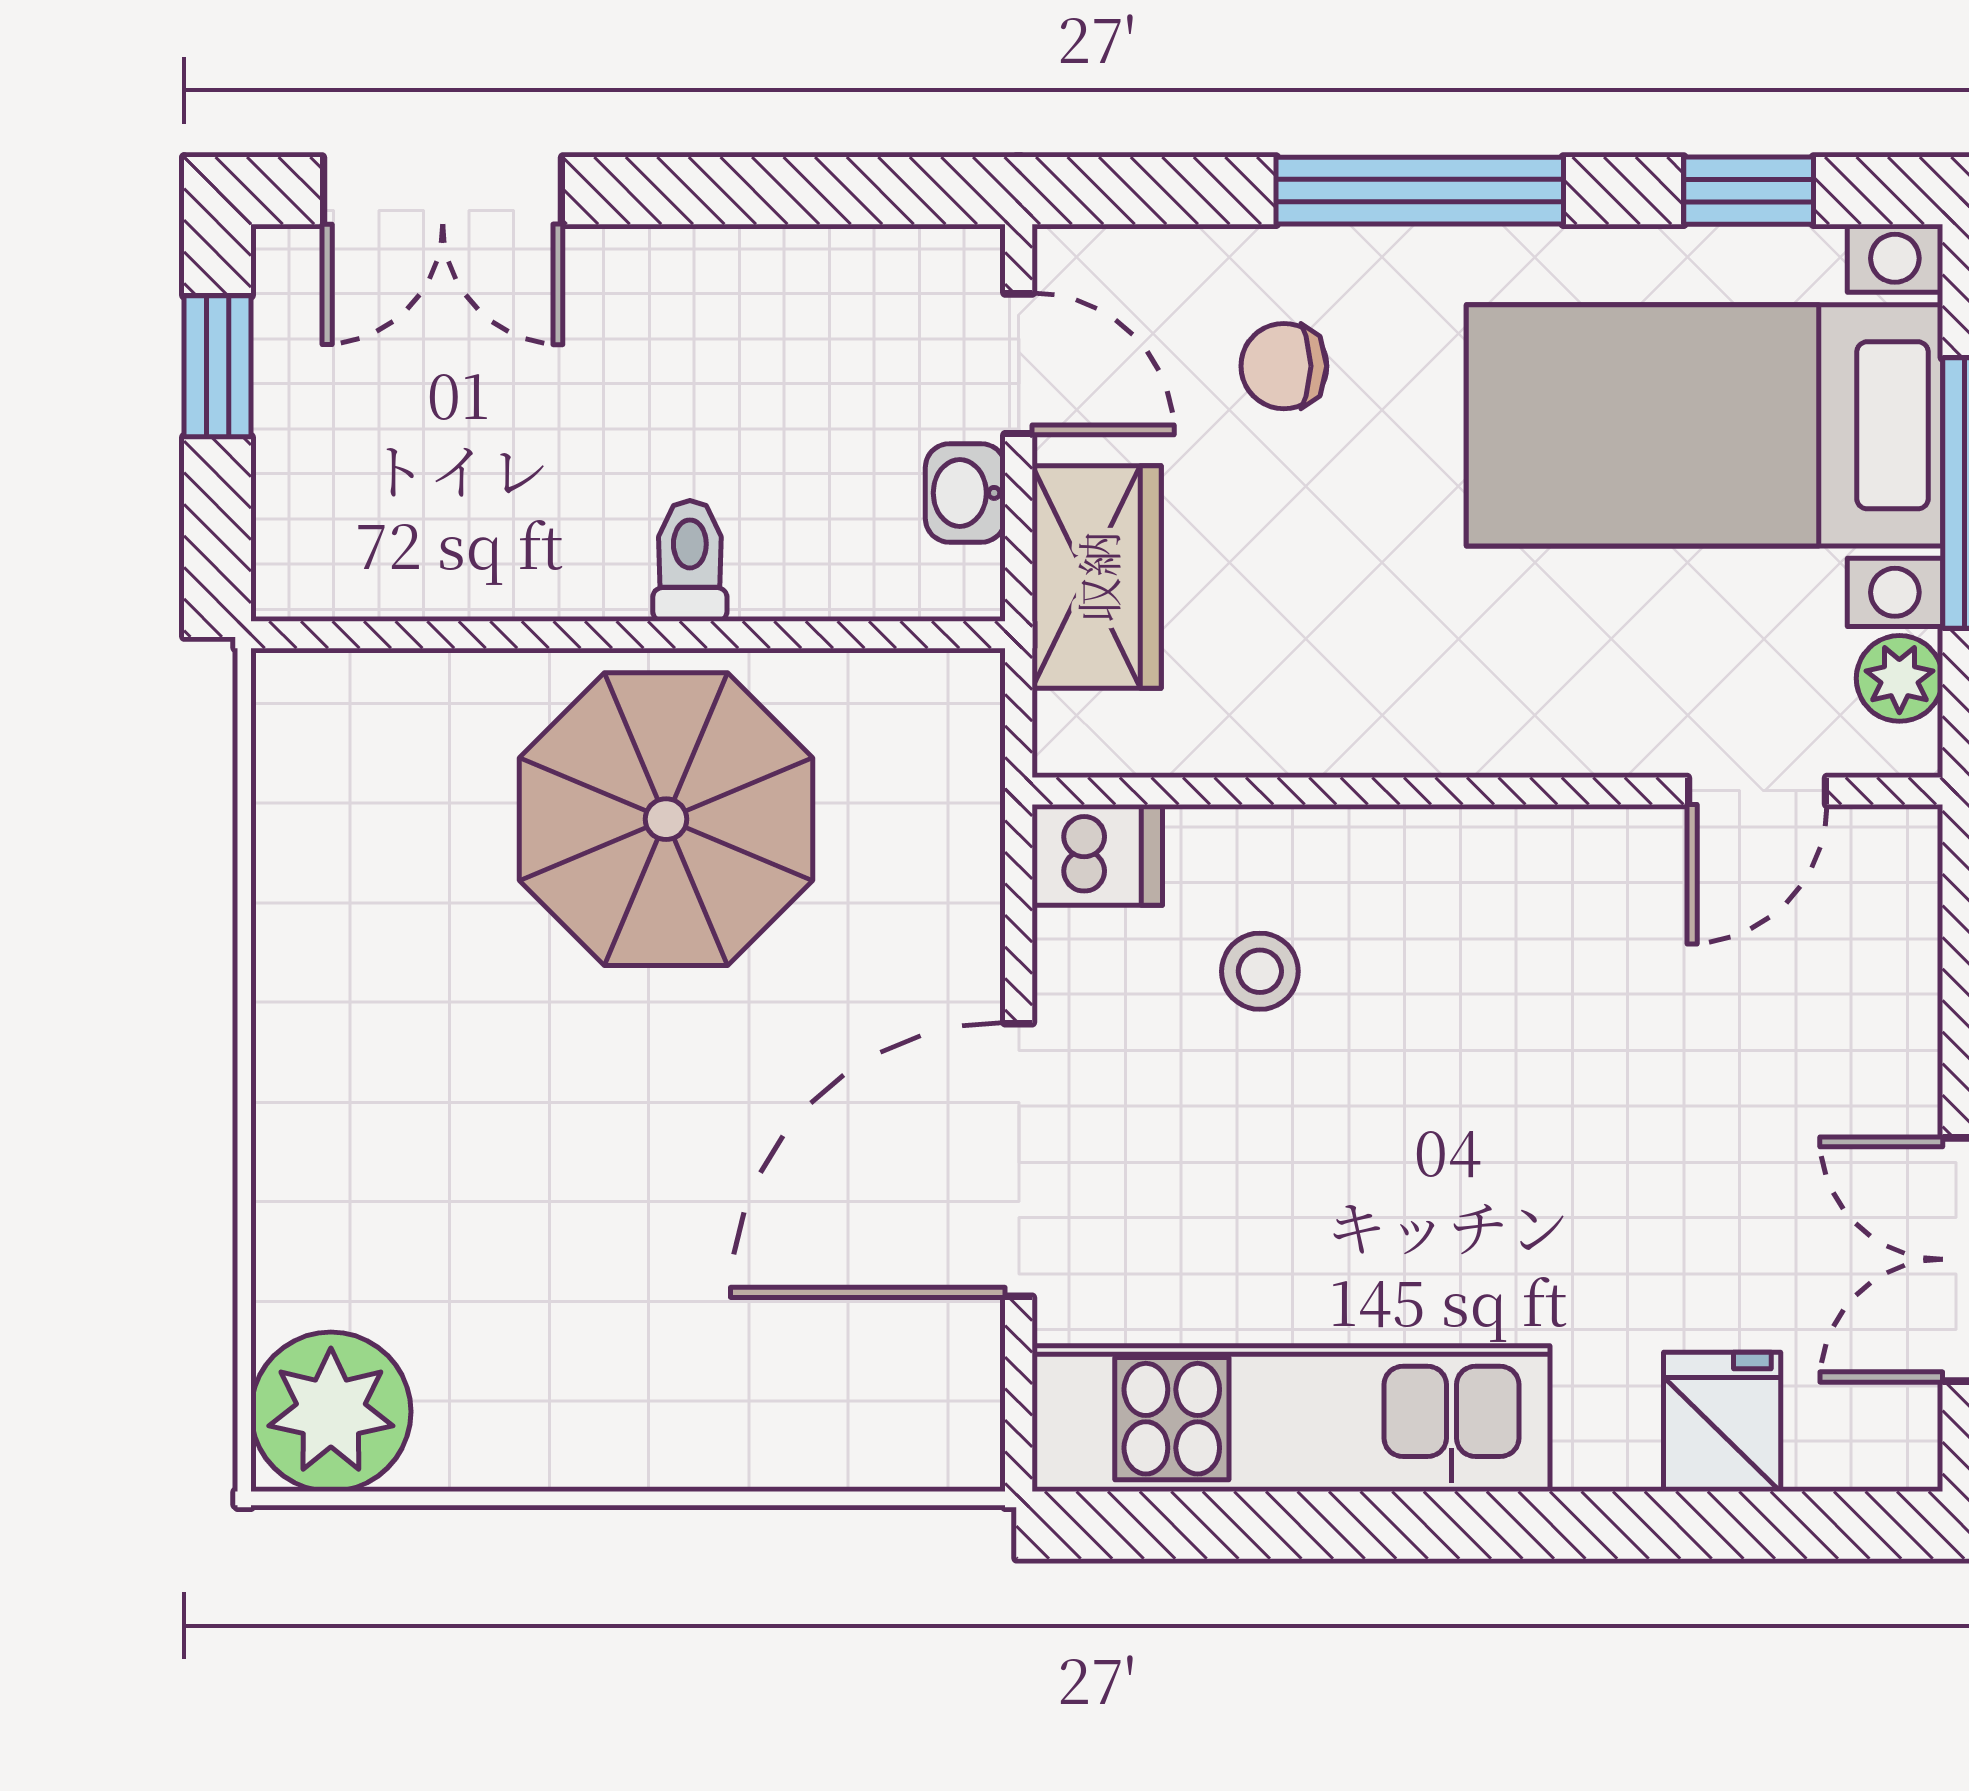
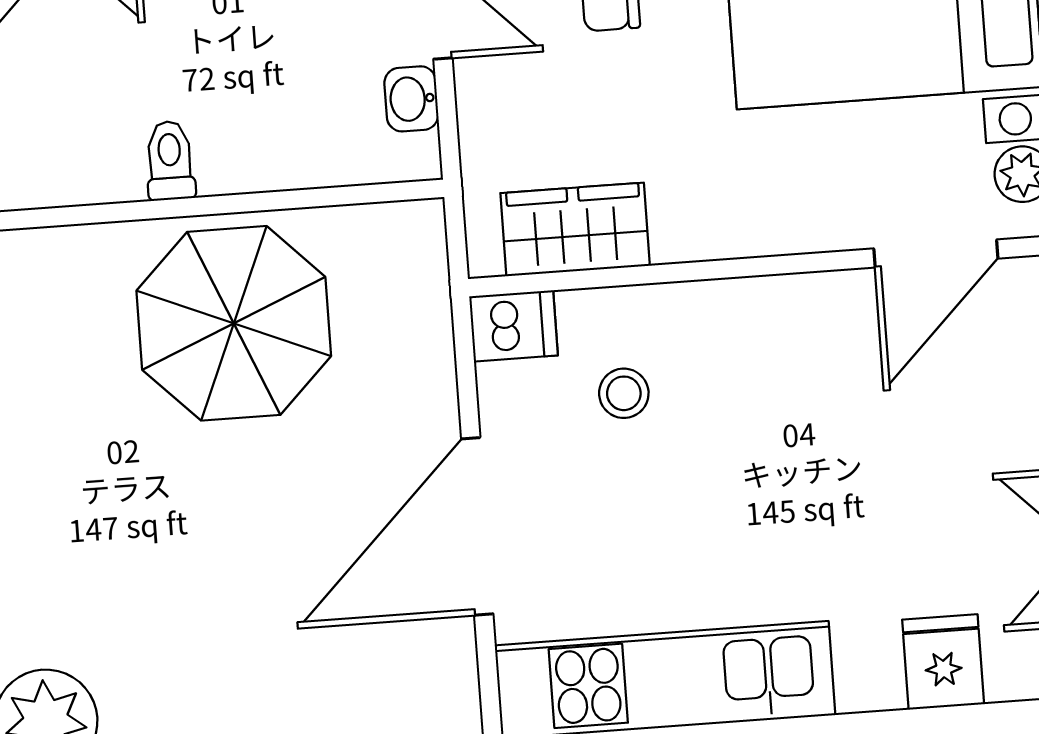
toilet: (690, 561) -> (170, 161), moved
wardrobe: (1097, 577) -> (575, 229), moved, turned -90
door: (1757, 791) -> (936, 253), width x1.38

